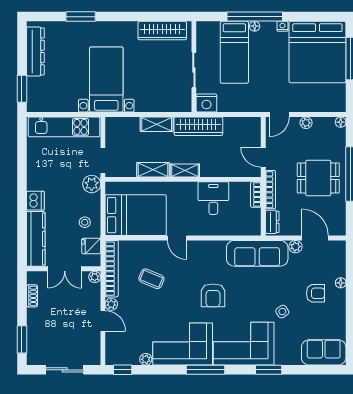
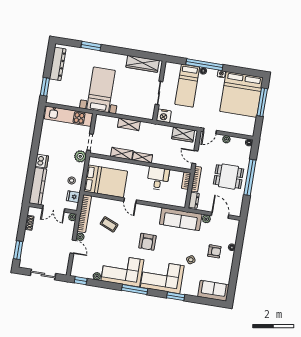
wardrobe: (198, 126) -> (183, 134), moved, width x0.67

